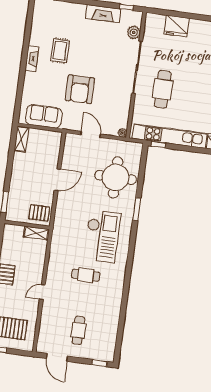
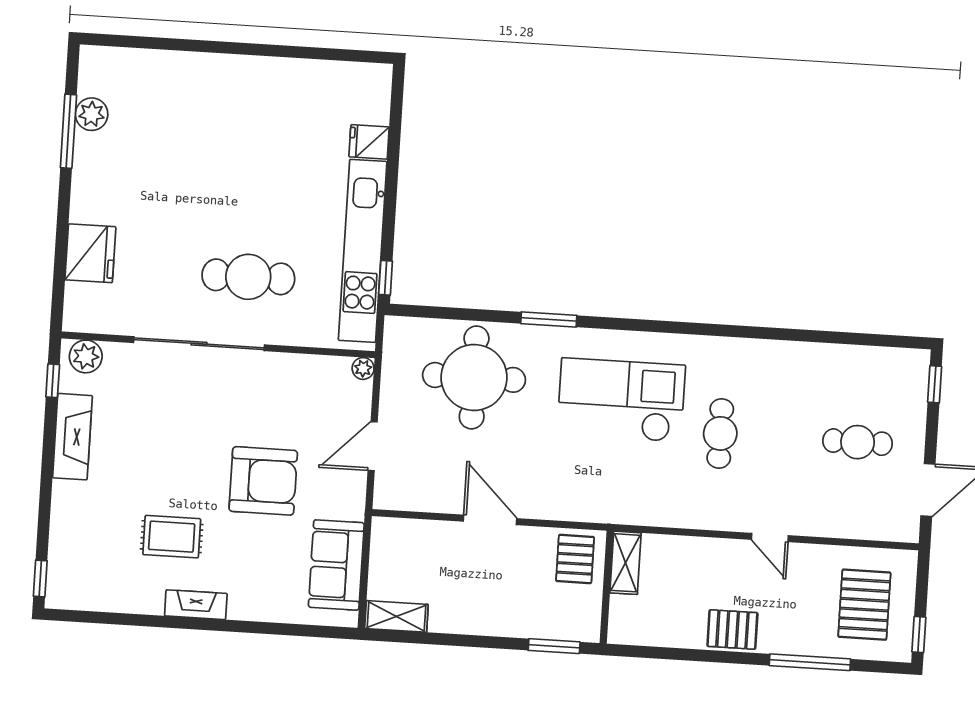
plant: (134, 32) -> (86, 356), moved

